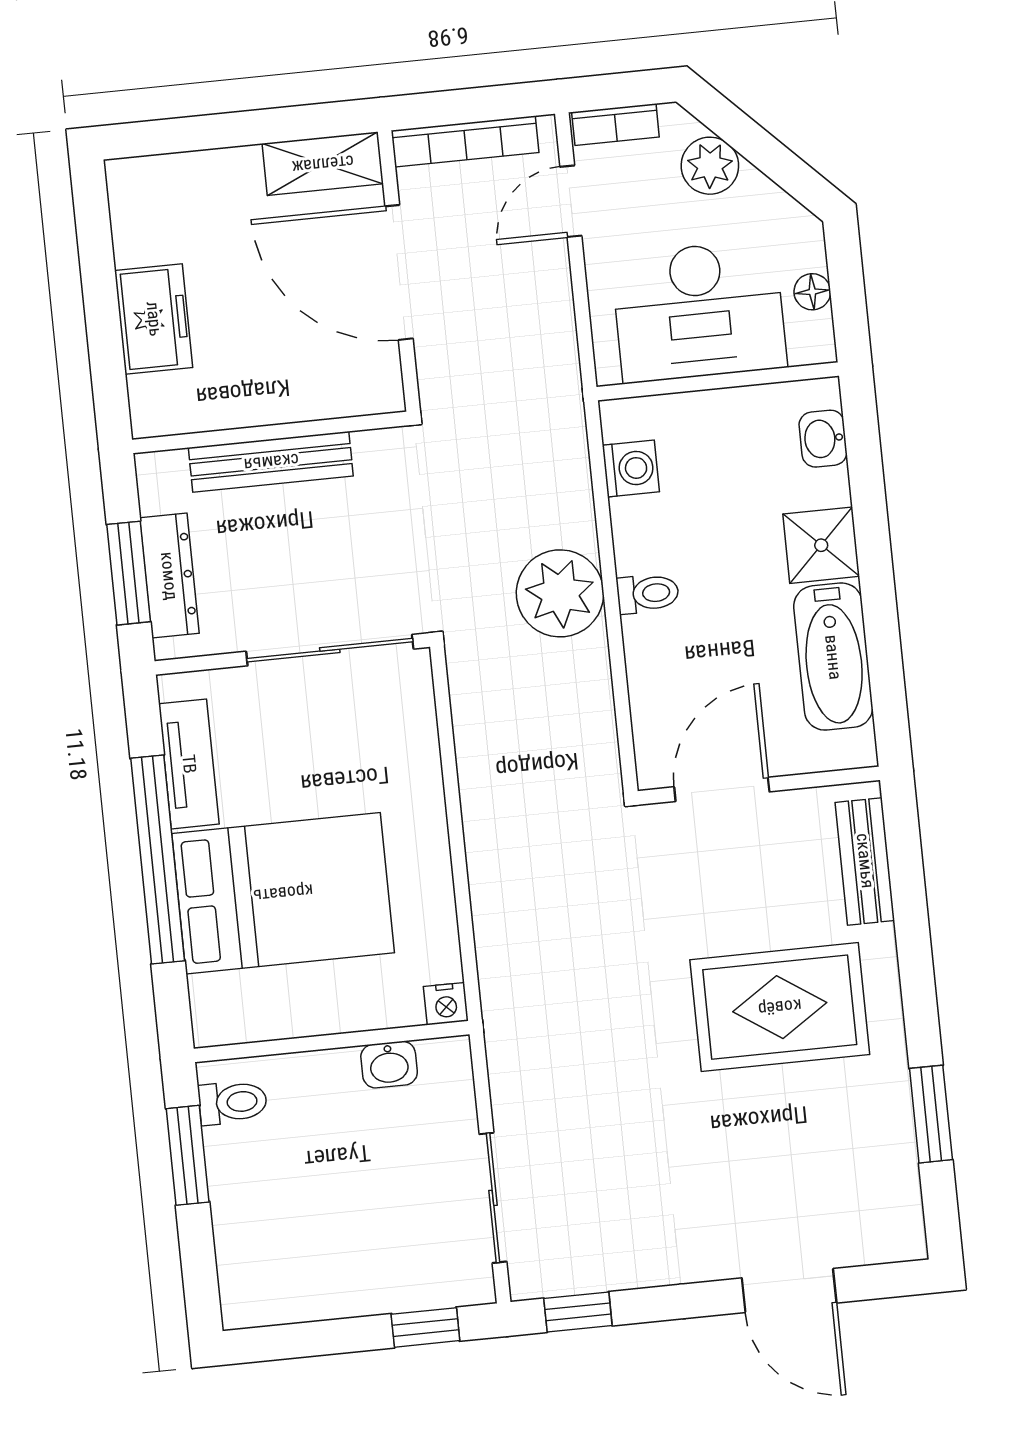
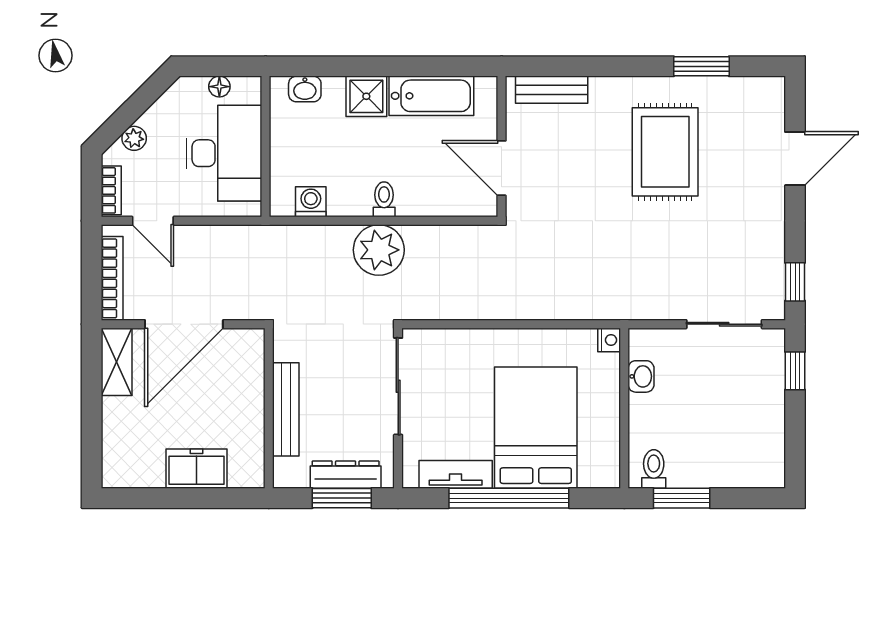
plant: (710, 166) -> (134, 138), width x0.73, depth x0.73
rug: (780, 1007) -> (665, 152), moved

